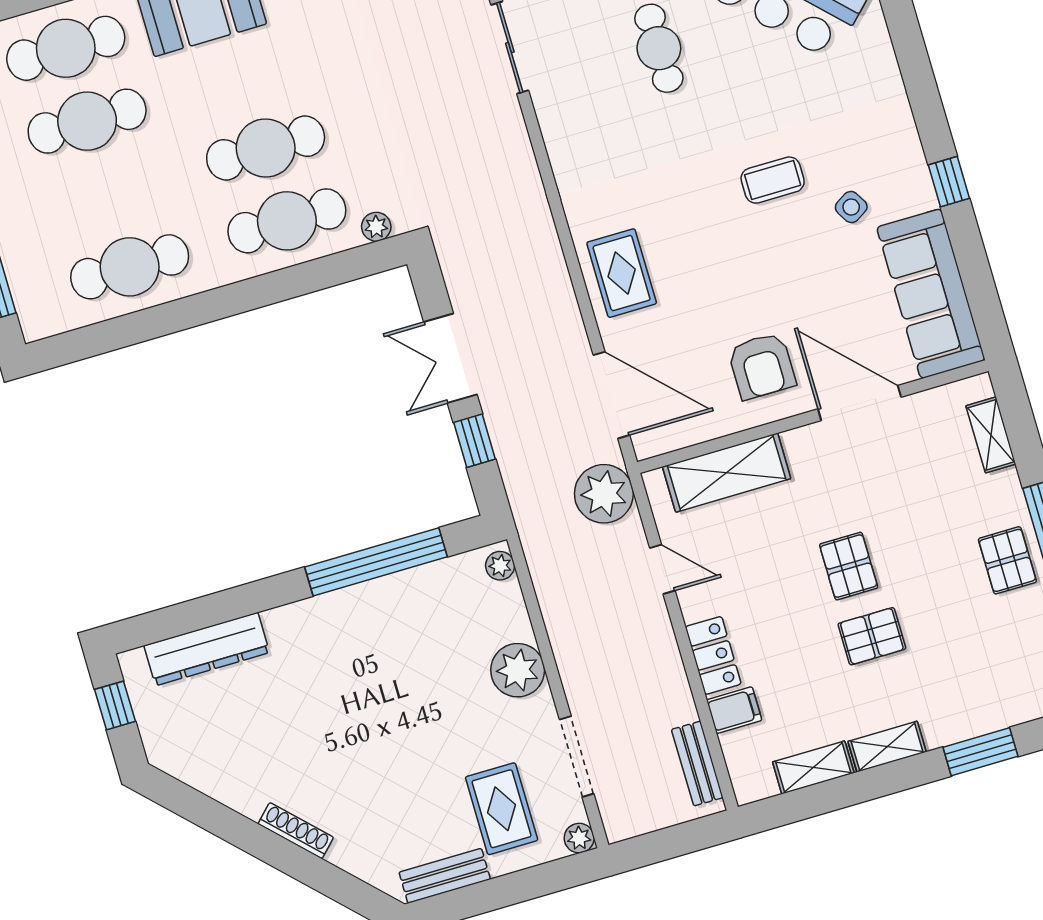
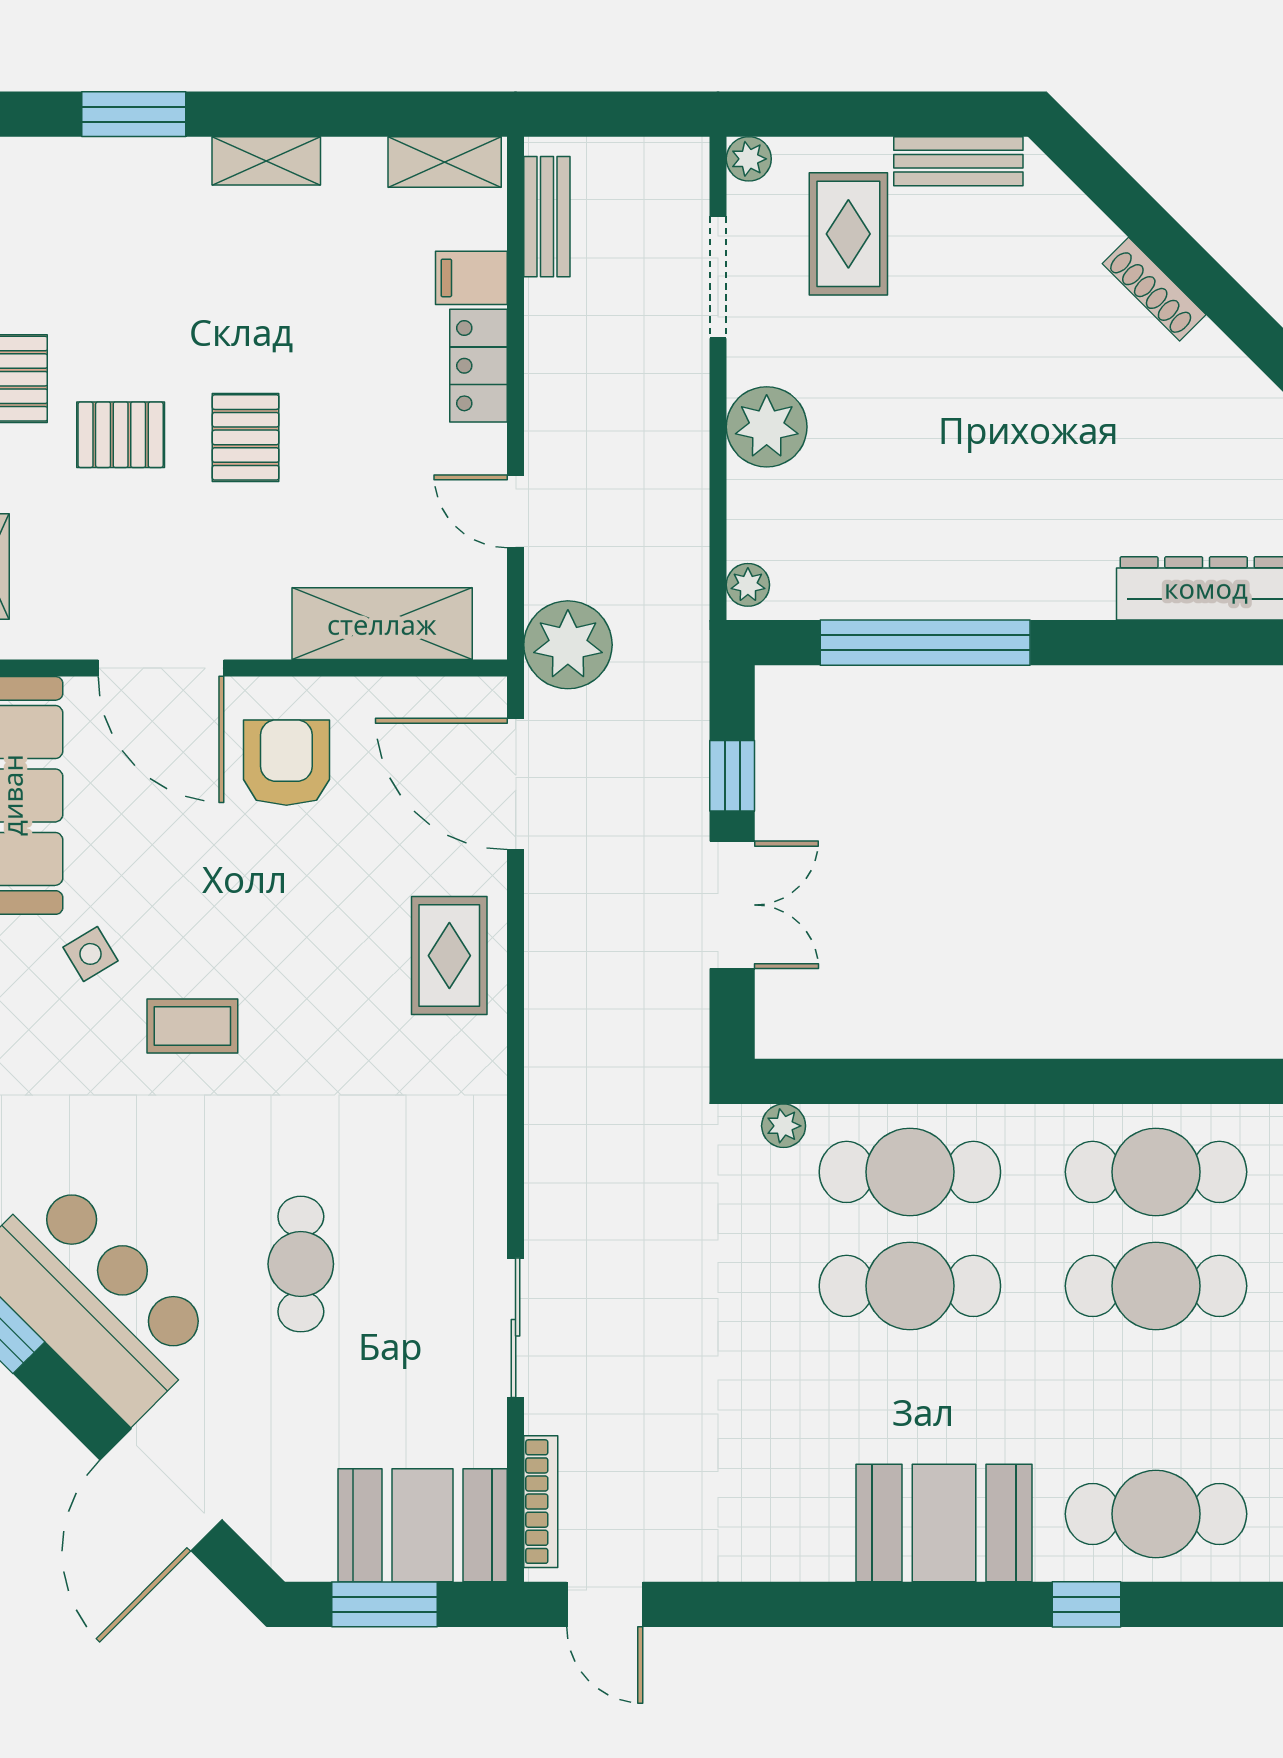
cafe table: (87, 121) -> (1156, 1286), moved
pallet: (872, 636) -> (121, 435), moved
shelving: (813, 767) -> (445, 162), moved

